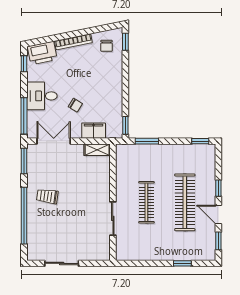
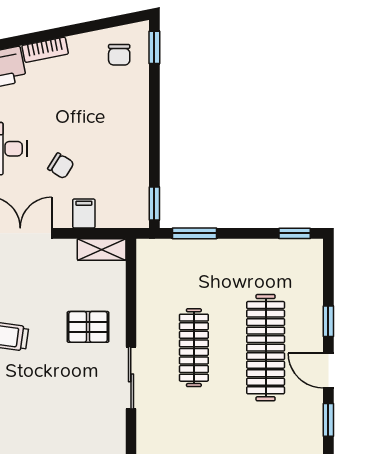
bookcase: (73, 42) -> (45, 50), width x0.64
filing cabinet: (94, 131) -> (84, 213), width x0.50
pallet: (90, 191) -> (88, 327), added

